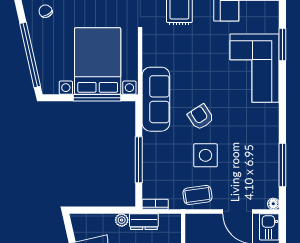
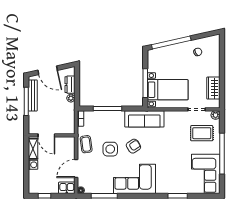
bed with nightstands: (98, 61) -> (168, 90), width x0.73
corner sofa: (255, 68) -> (135, 179), moved
dresser: (144, 222) -> (70, 85), moved

